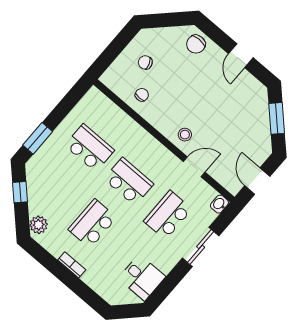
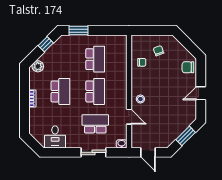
door: (257, 181) -> (148, 152), swing flipped
school desk: (93, 224) -> (60, 91), turned 90

